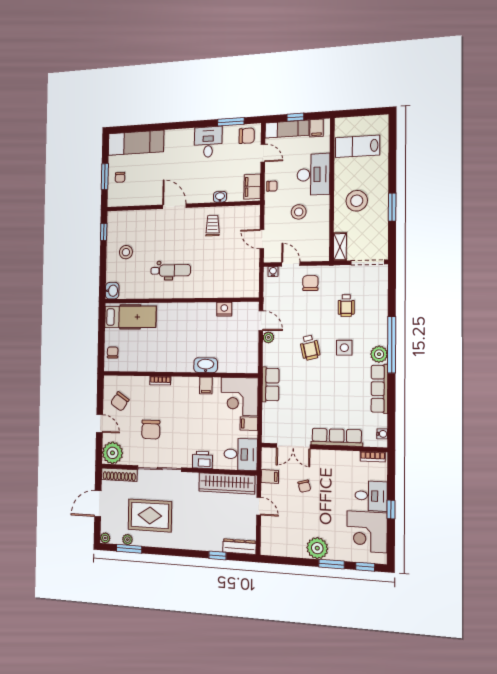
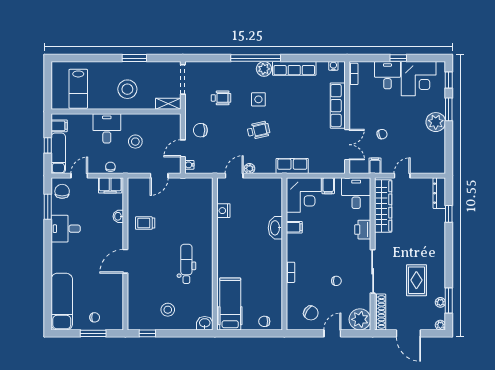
desk: (313, 175) -> (107, 128), width x0.73
chair: (151, 429) -> (336, 281), width x0.54, depth x0.54
rug: (150, 515) -> (416, 280), width x0.73, depth x0.70

